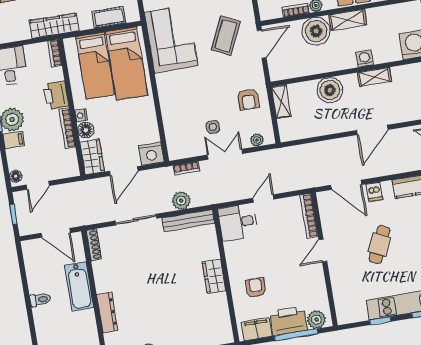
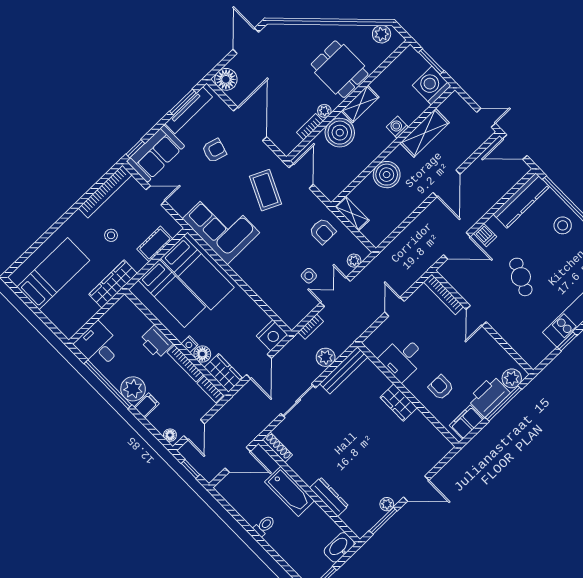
bookcase: (55, 53) -> (210, 389), moved
shelving: (375, 77) -> (425, 133), width x1.50, depth x1.33
desk: (238, 222) -> (402, 358), moved

